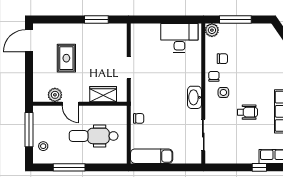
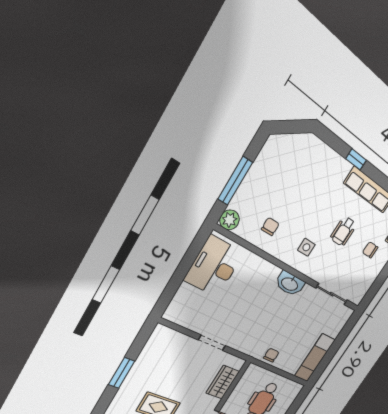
window: (96, 20) -> (121, 373), moved
chair: (214, 76) -> (370, 250), moved
wheelchair: (247, 112) -> (343, 231), turned 180

